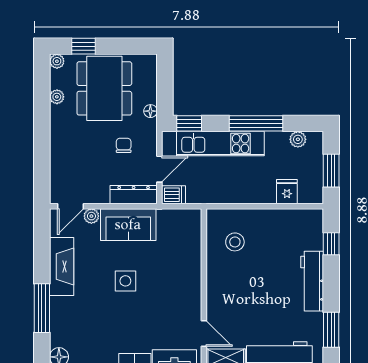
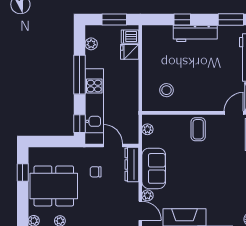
window: (84, 46) -> (23, 172), moved
floor lamp: (150, 111) -> (70, 152), removed
dishwasher: (173, 195) -> (130, 37), moved, turned -90
plant: (182, 216) -> (147, 129), added
window: (331, 244) -> (182, 20), moved
side table: (125, 281) -> (195, 171), removed
coffee table: (182, 285) -> (198, 129), added

